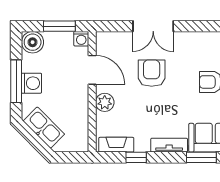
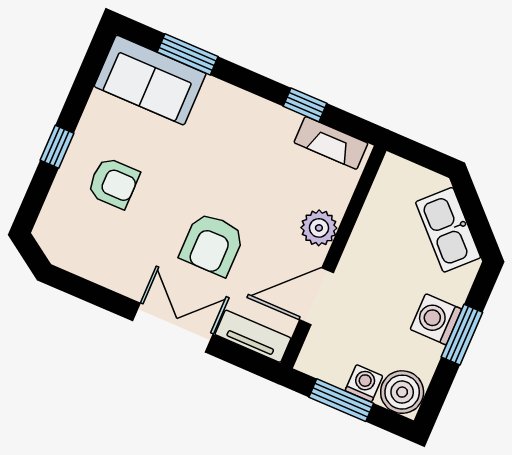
washing machine: (81, 39) -> (364, 383), moved
door: (92, 70) -> (316, 296), hinge flipped
window: (16, 81) -> (462, 335), width x0.69
tv unit: (169, 145) -> (253, 336), moved, turned 180

